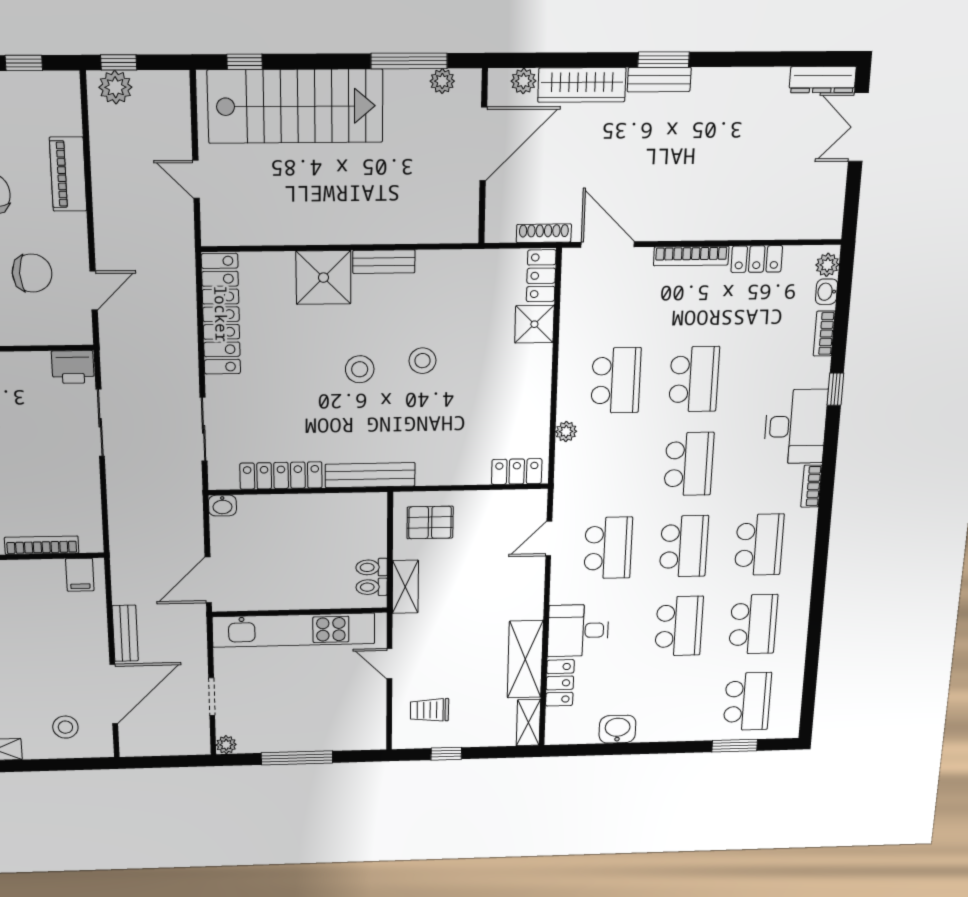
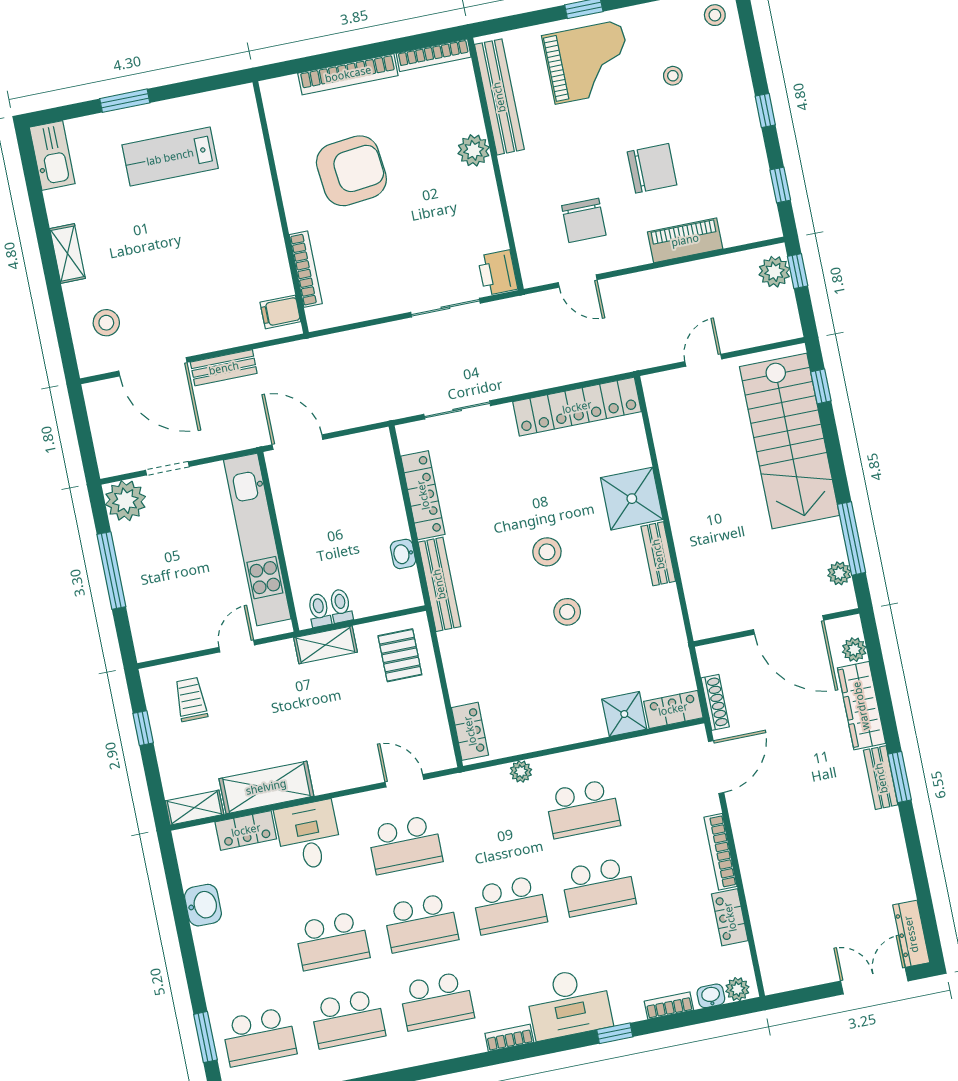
washbasin: (222, 506) -> (403, 554), moved
plant: (226, 745) -> (125, 501), width x1.88, depth x1.88

